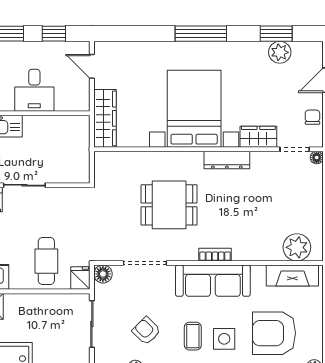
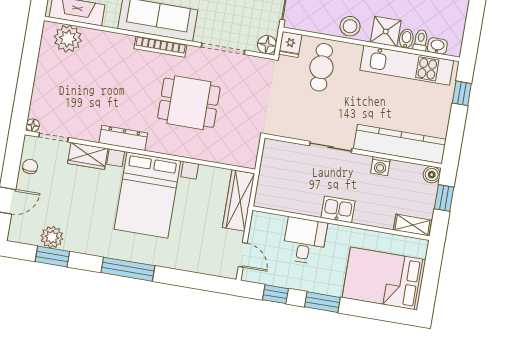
chair: (312, 117) -> (30, 167), turned 180
bookcase: (215, 255) -> (160, 47), width x1.56
stool: (25, 306) -> (350, 26), added

